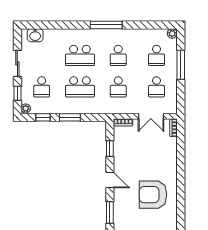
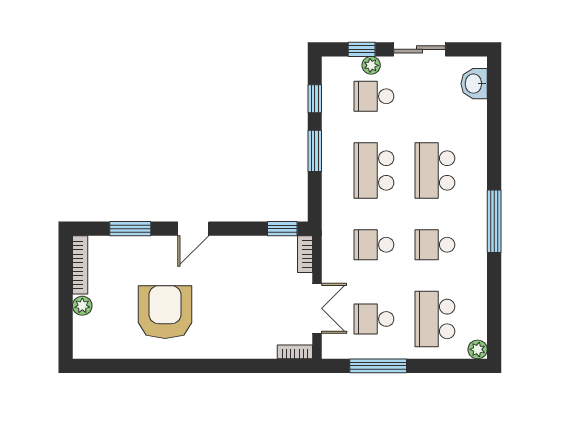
school desk: (156, 55) -> (435, 319), width x1.85
window: (181, 65) -> (378, 366), moved
plant: (26, 108) -> (371, 65), moved
double door: (151, 116) -> (317, 308), swing flipped
window: (110, 148) -> (282, 229), moved

